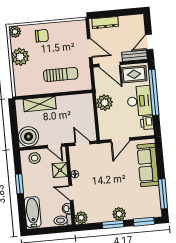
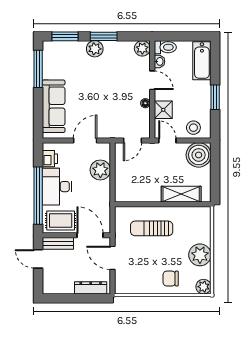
door: (149, 42) -> (38, 259), swing flipped
plant: (105, 103) -> (100, 170), moved
door: (82, 143) -> (133, 140), hinge flipped

